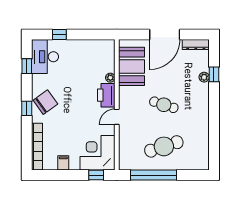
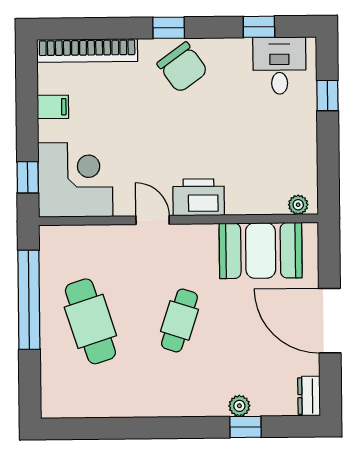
dresser: (196, 45) -> (309, 396), width x0.70
desk: (45, 57) -> (279, 66), width x0.73
plant: (110, 78) -> (298, 205), moved

